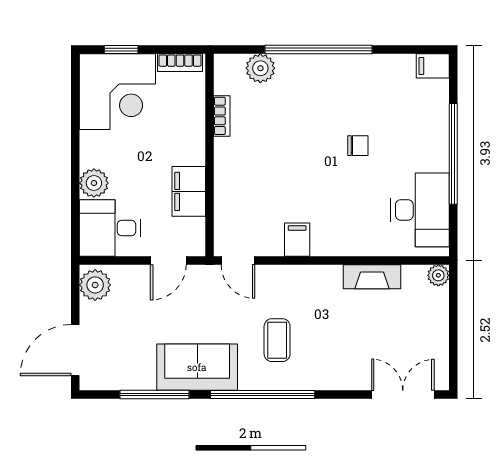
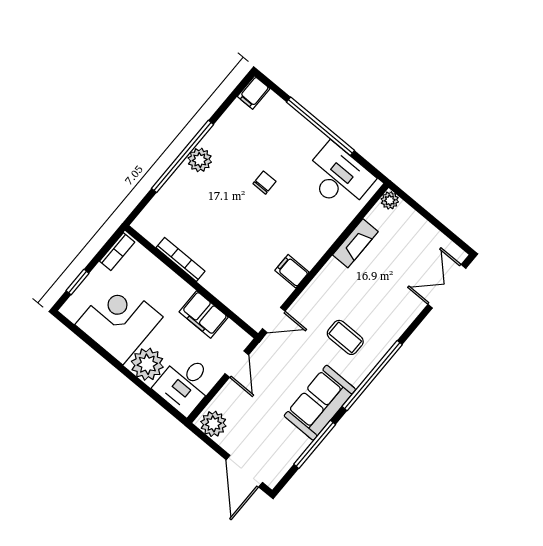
plant: (260, 68) -> (200, 160), moved
corner desk: (117, 92) -> (119, 321), moved, turned -90
bookcase: (222, 116) -> (180, 259), width x1.56
plant: (94, 183) -> (147, 364), width x1.36, depth x1.36

